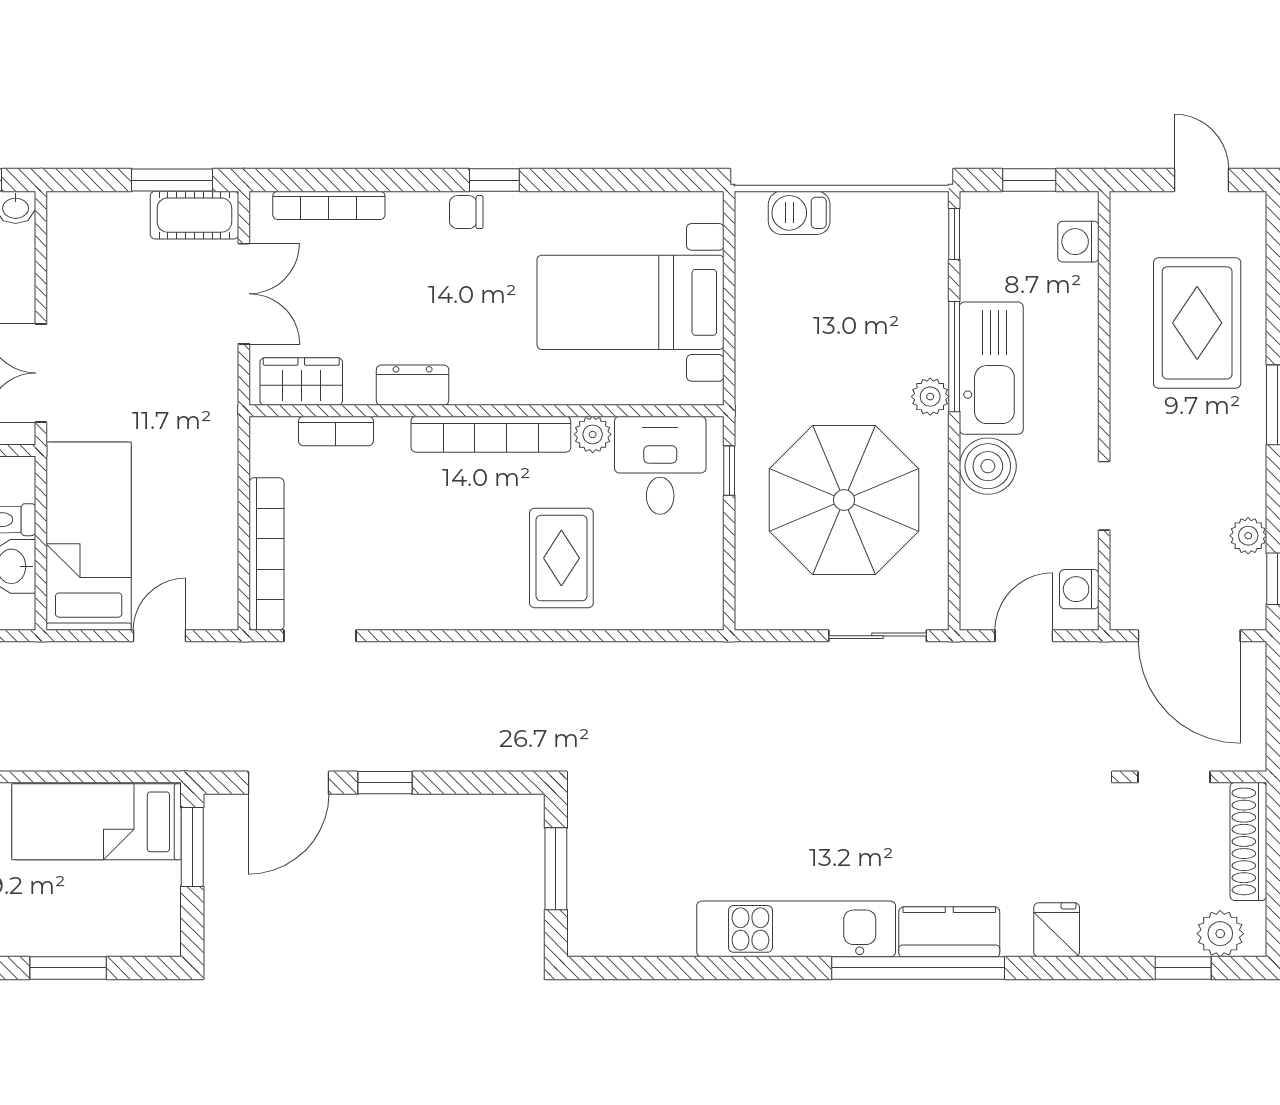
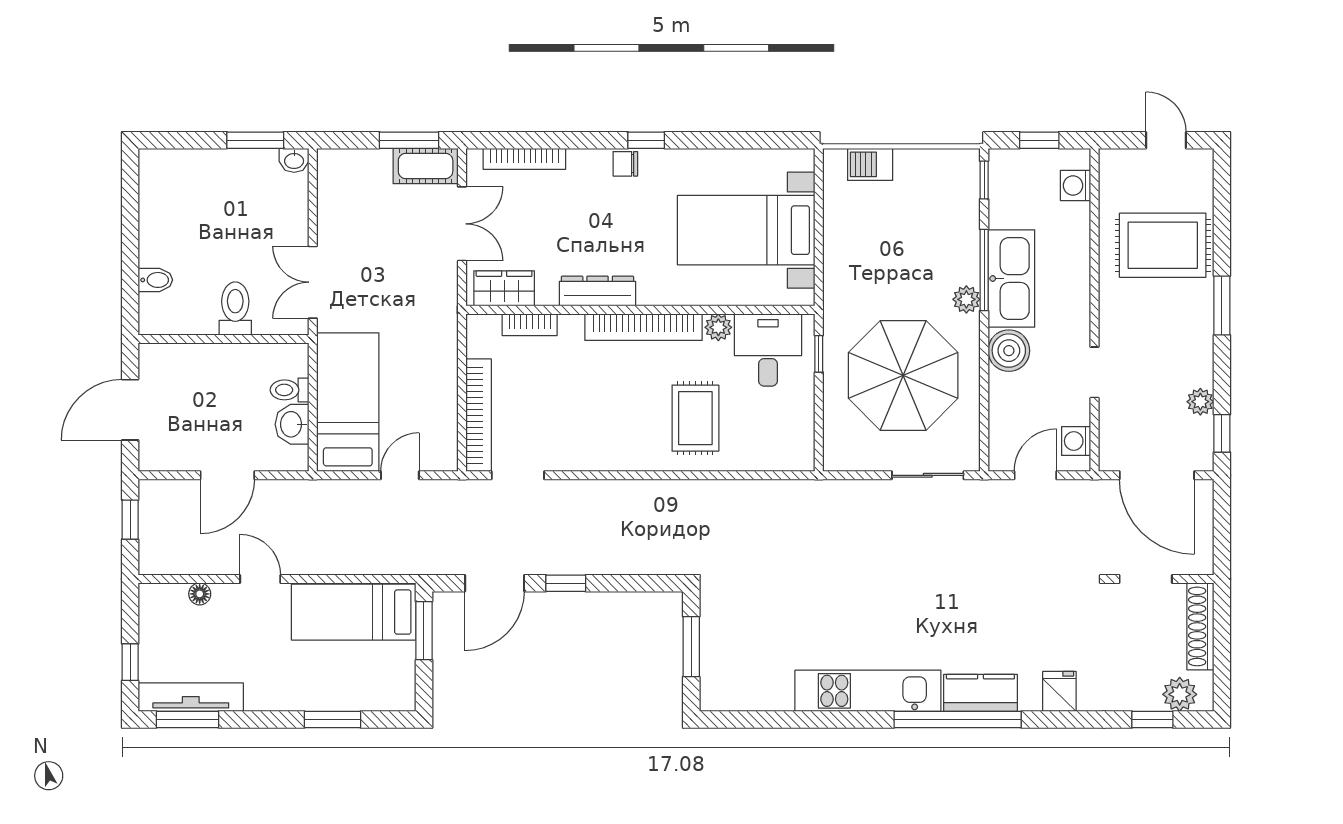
rug: (1197, 323) -> (1163, 245), turned 90
dresser: (413, 385) -> (598, 291), width x1.44

